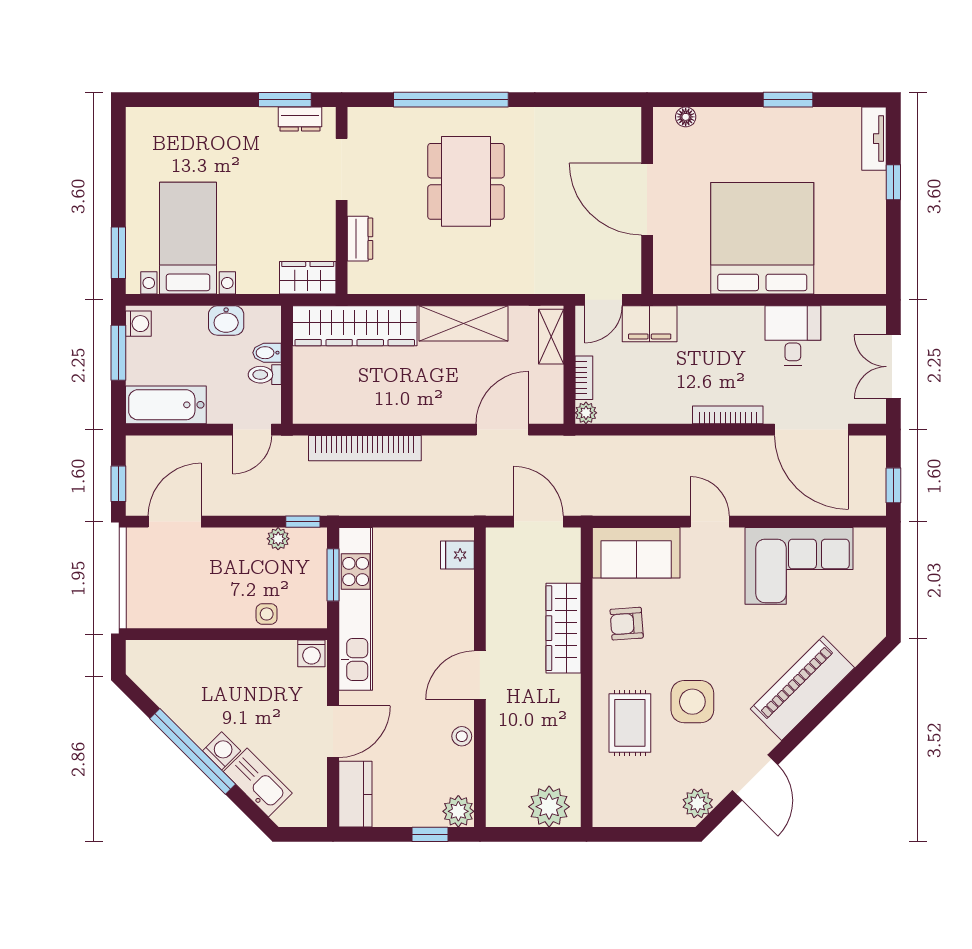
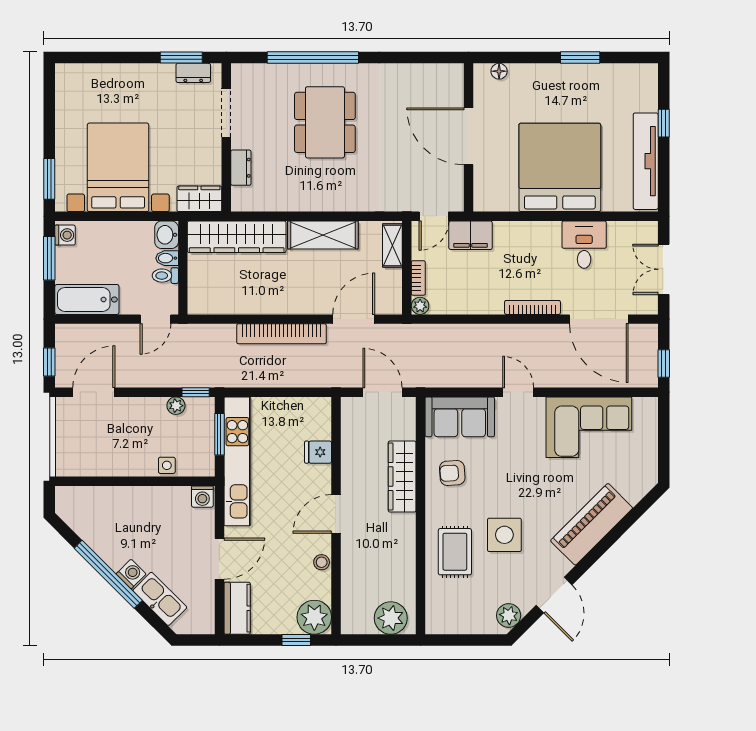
tv unit: (874, 139) -> (646, 161), moved, width x1.92, depth x1.29
bed with nightstands: (188, 238) -> (118, 167), width x1.36
washbasin: (226, 320) -> (167, 235), moved, turned 90
bookcase: (365, 448) -> (282, 334), moved
fridge: (457, 555) -> (318, 452), moved
plant: (458, 811) -> (314, 617), width x1.36, depth x1.36

